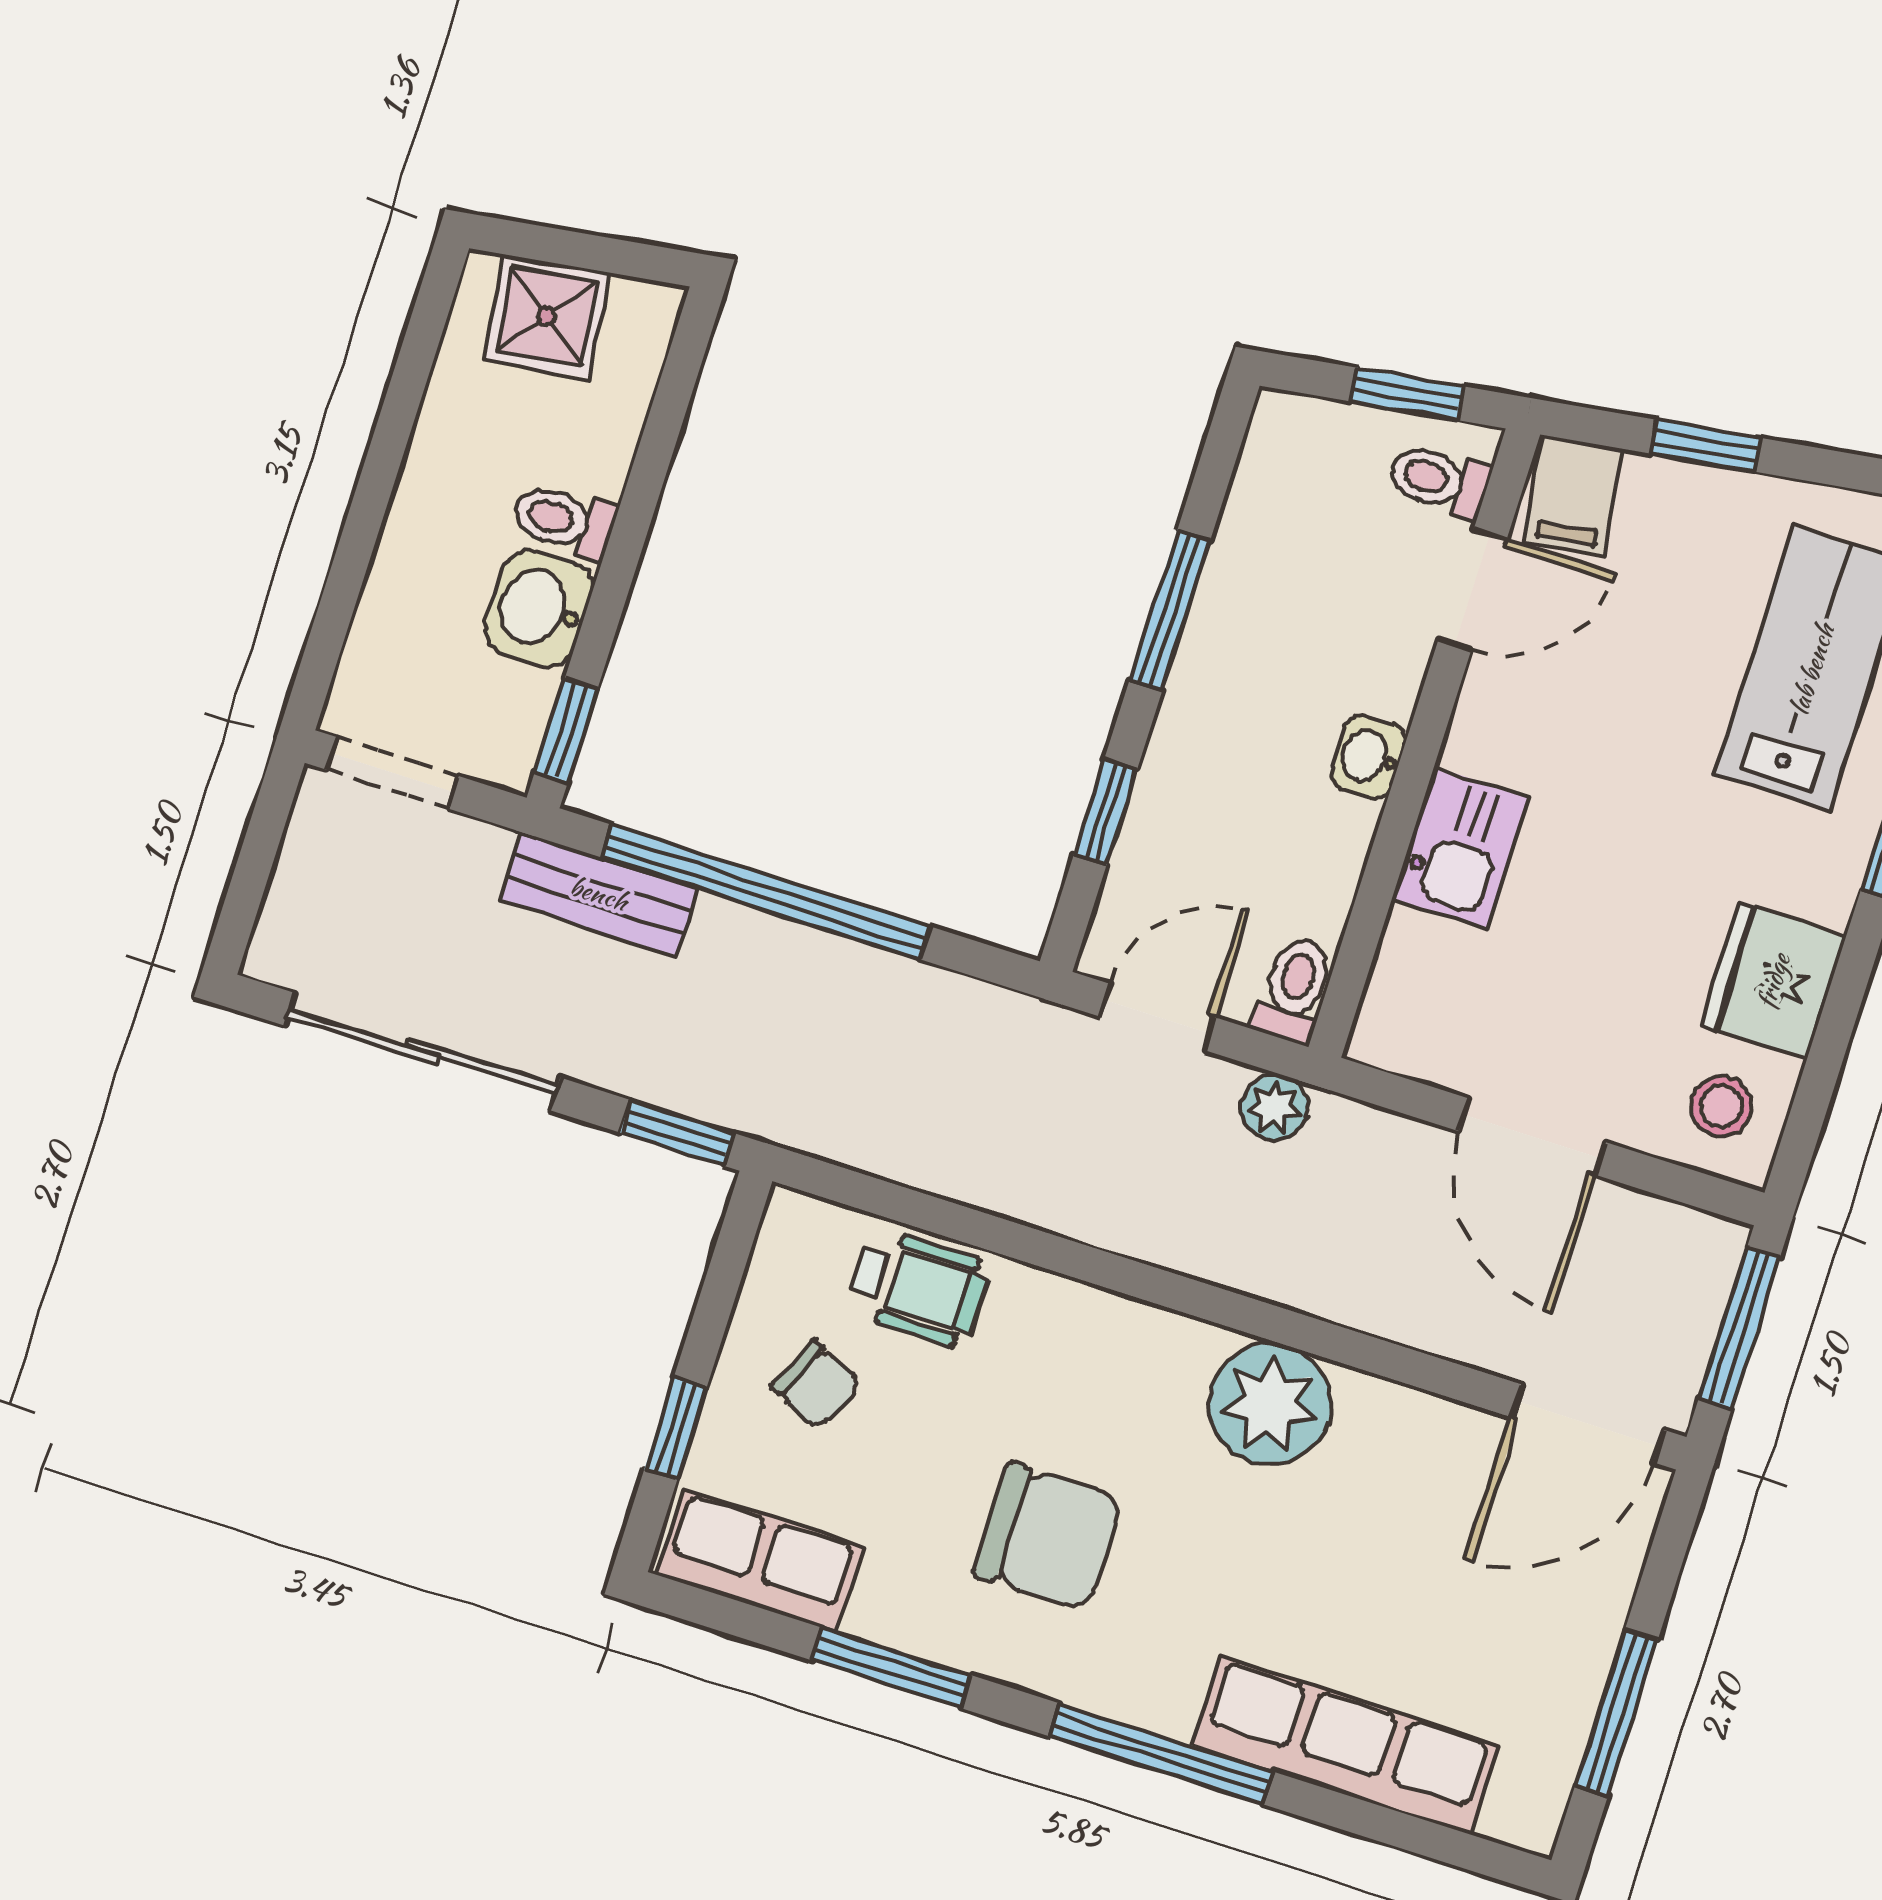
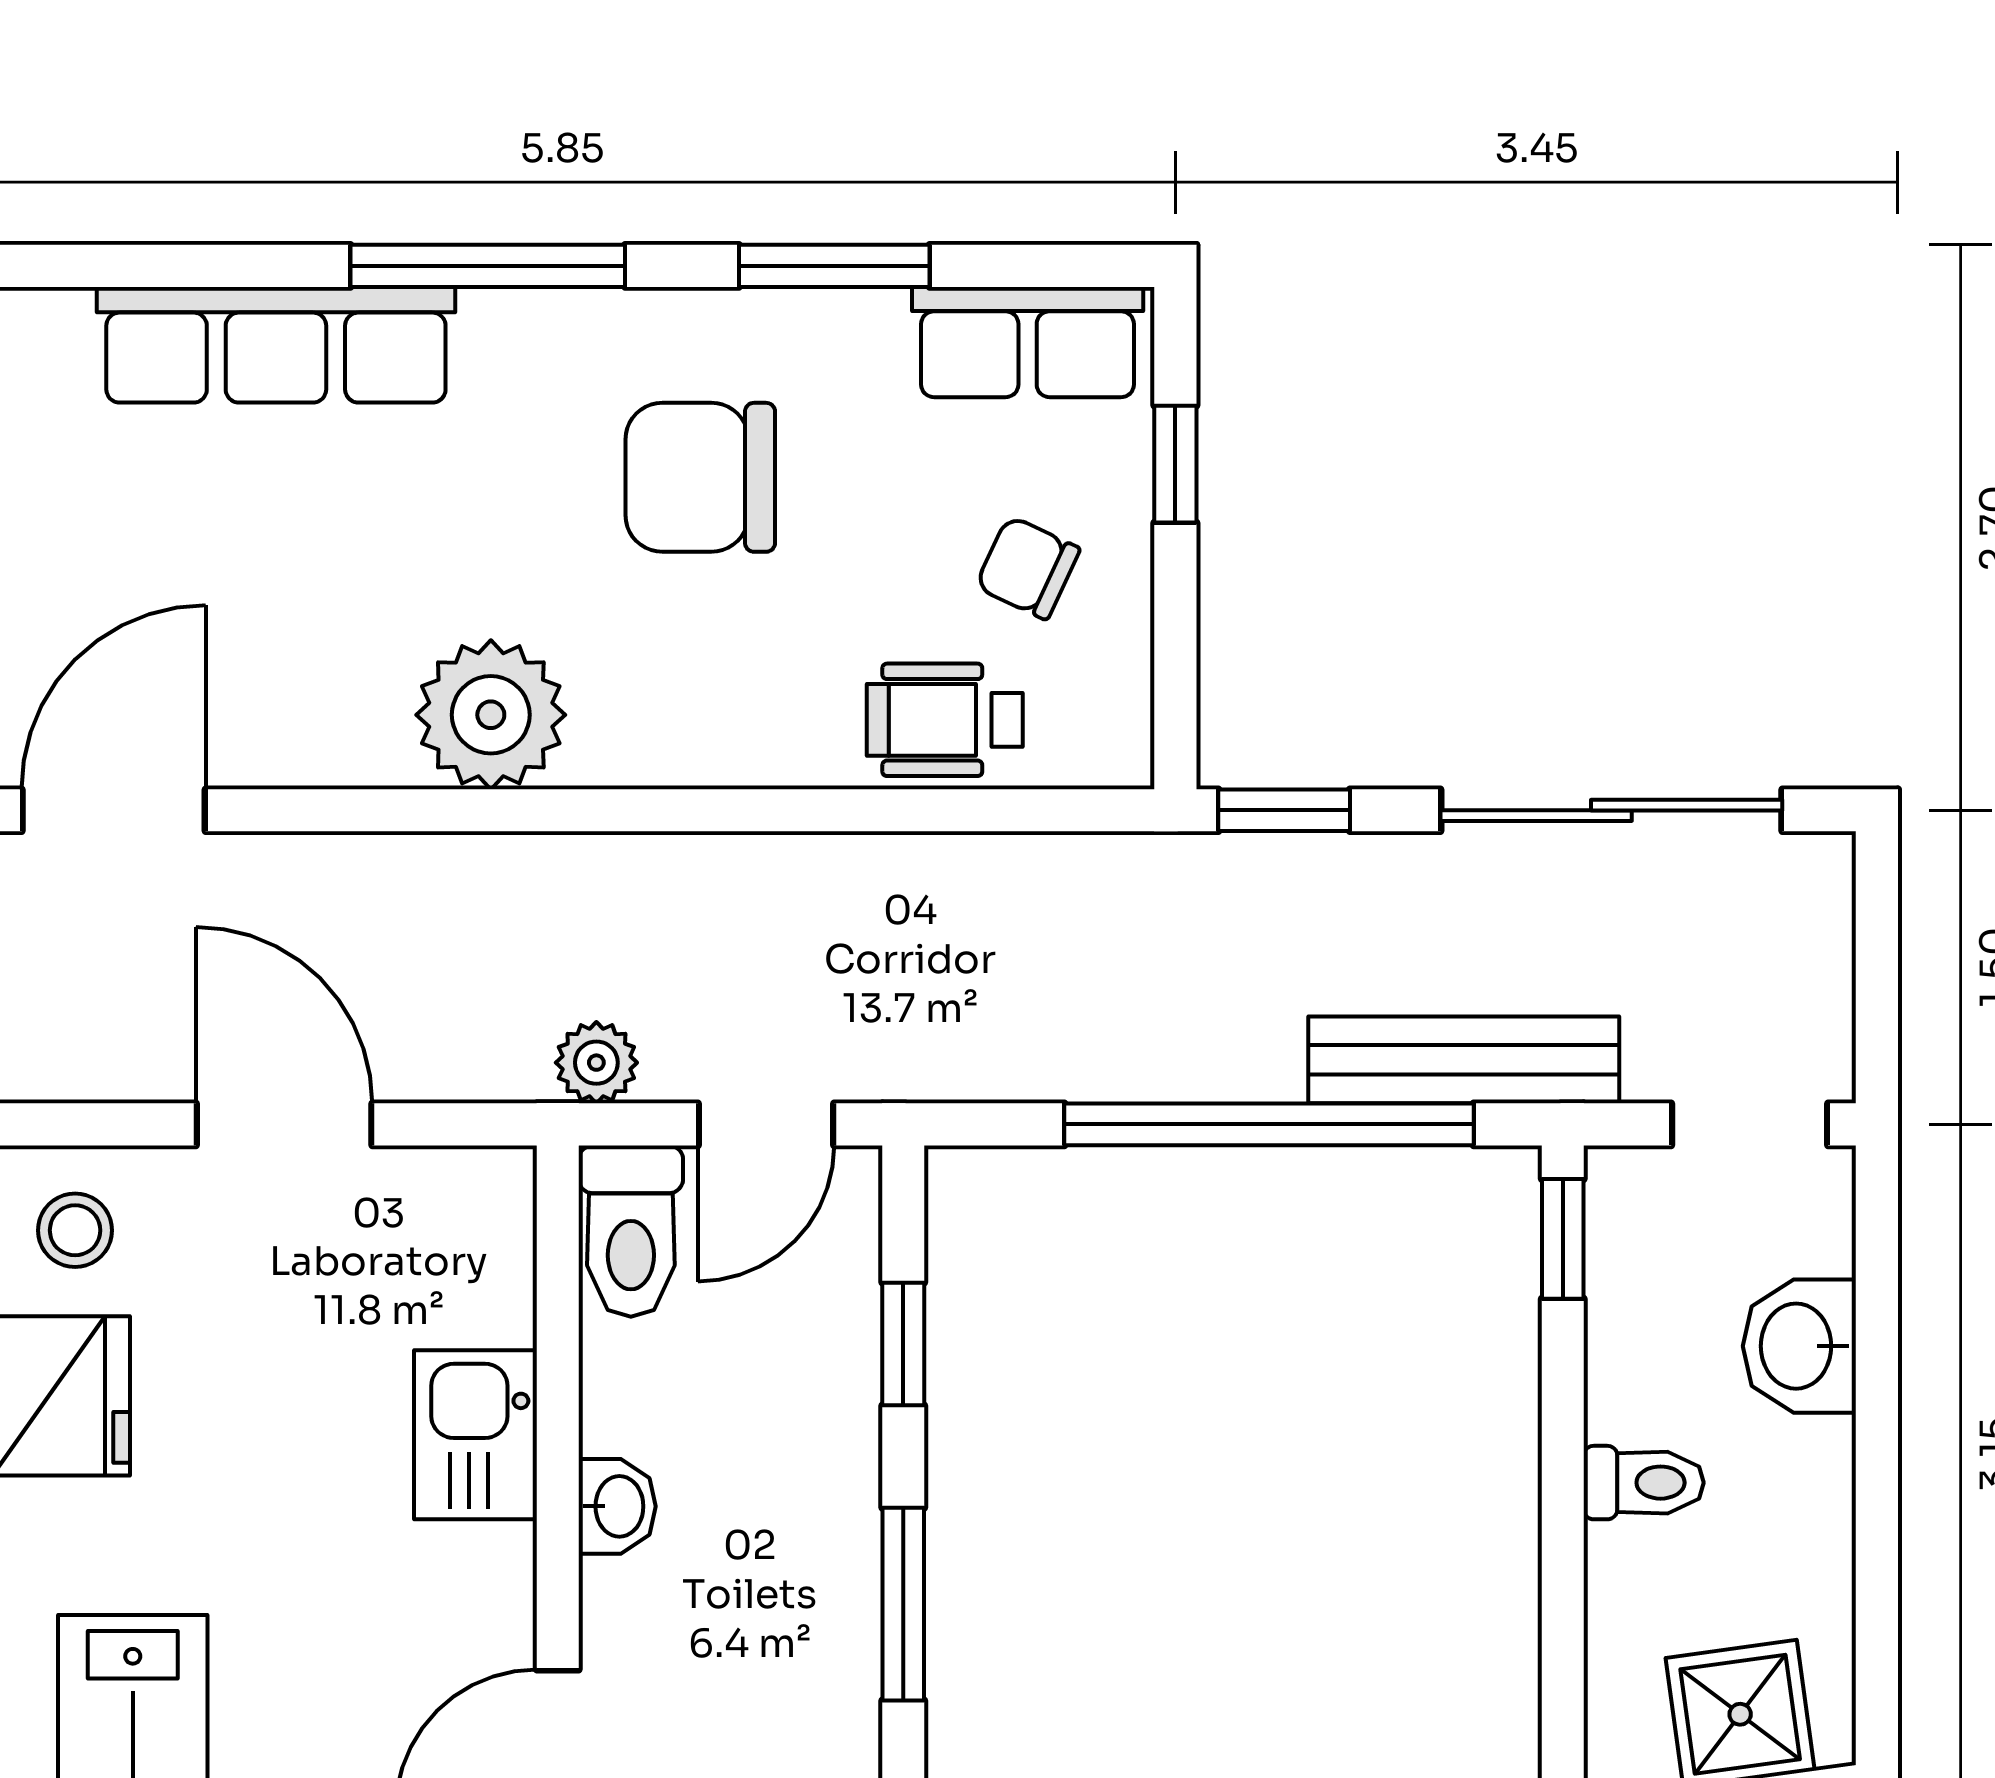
washbasin: (539, 609) -> (1799, 1346), moved, turned 180
bench: (599, 894) -> (1464, 1060), width x1.36
toilet: (1294, 990) -> (631, 1231), width x1.37, depth x1.39

